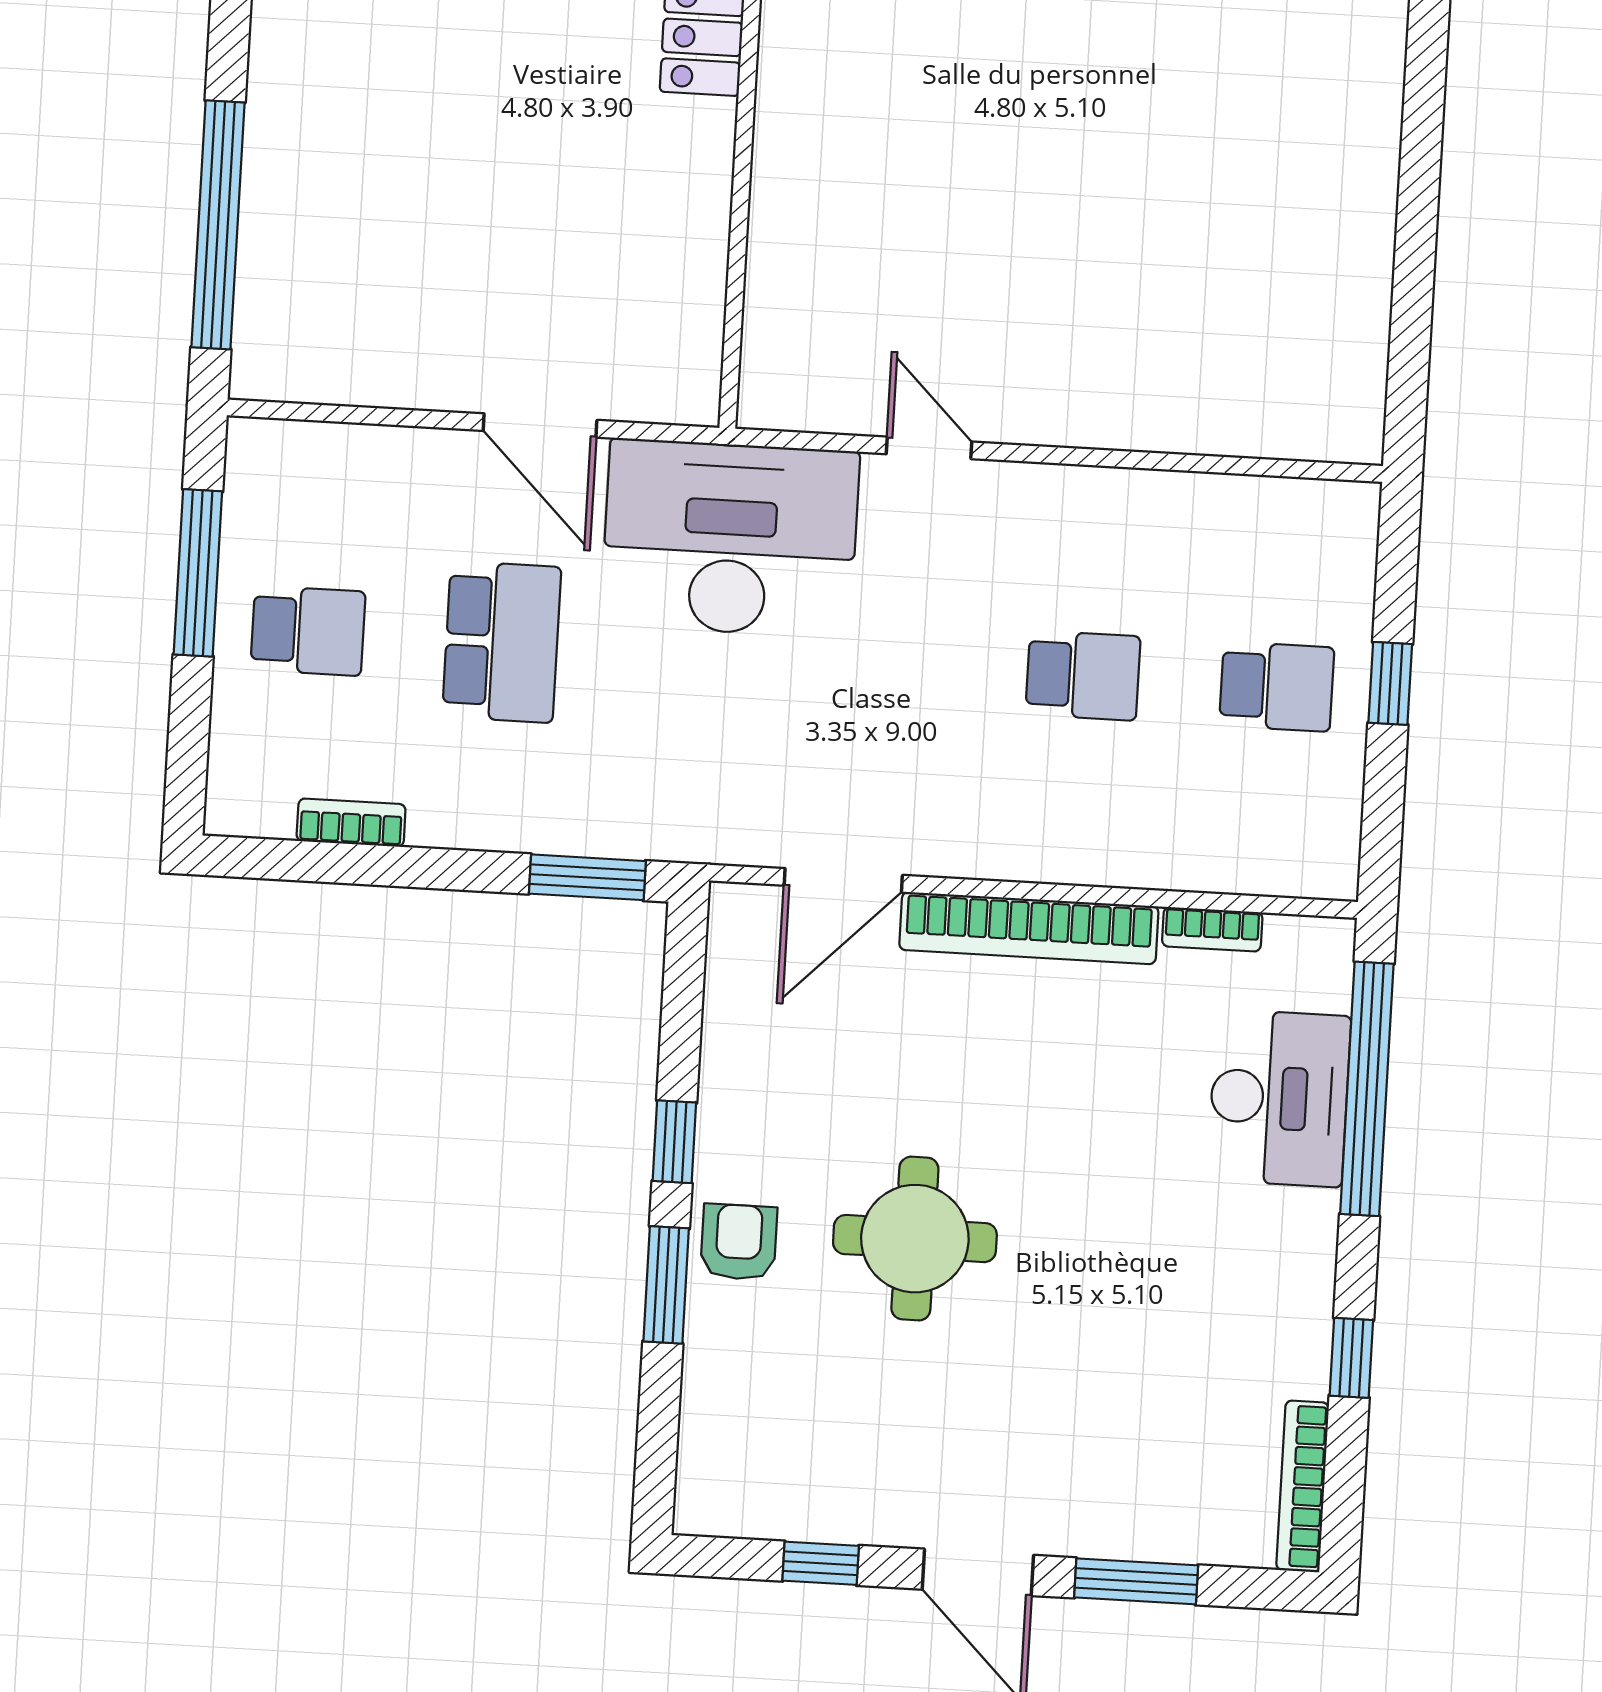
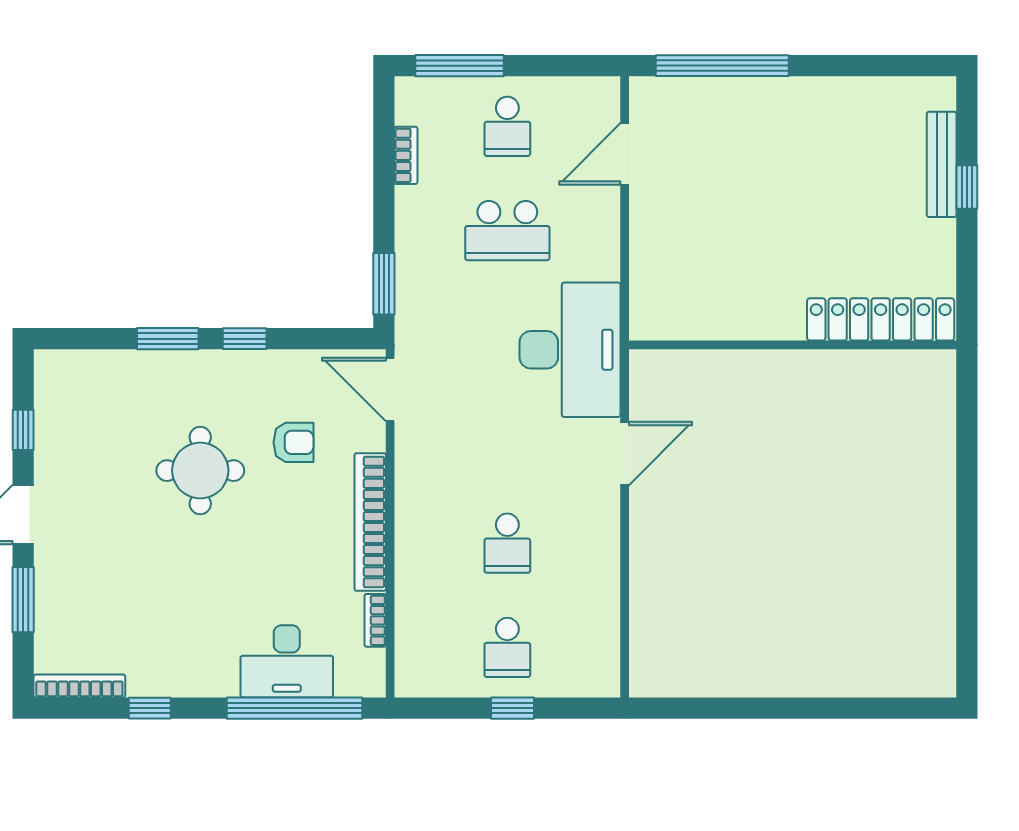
door: (540, 425) -> (625, 154), moved
door: (929, 448) -> (625, 454), width x1.38
window: (198, 573) -> (459, 66), moved
door: (843, 880) -> (390, 389), moved
armchair: (739, 1242) -> (294, 442), moved

